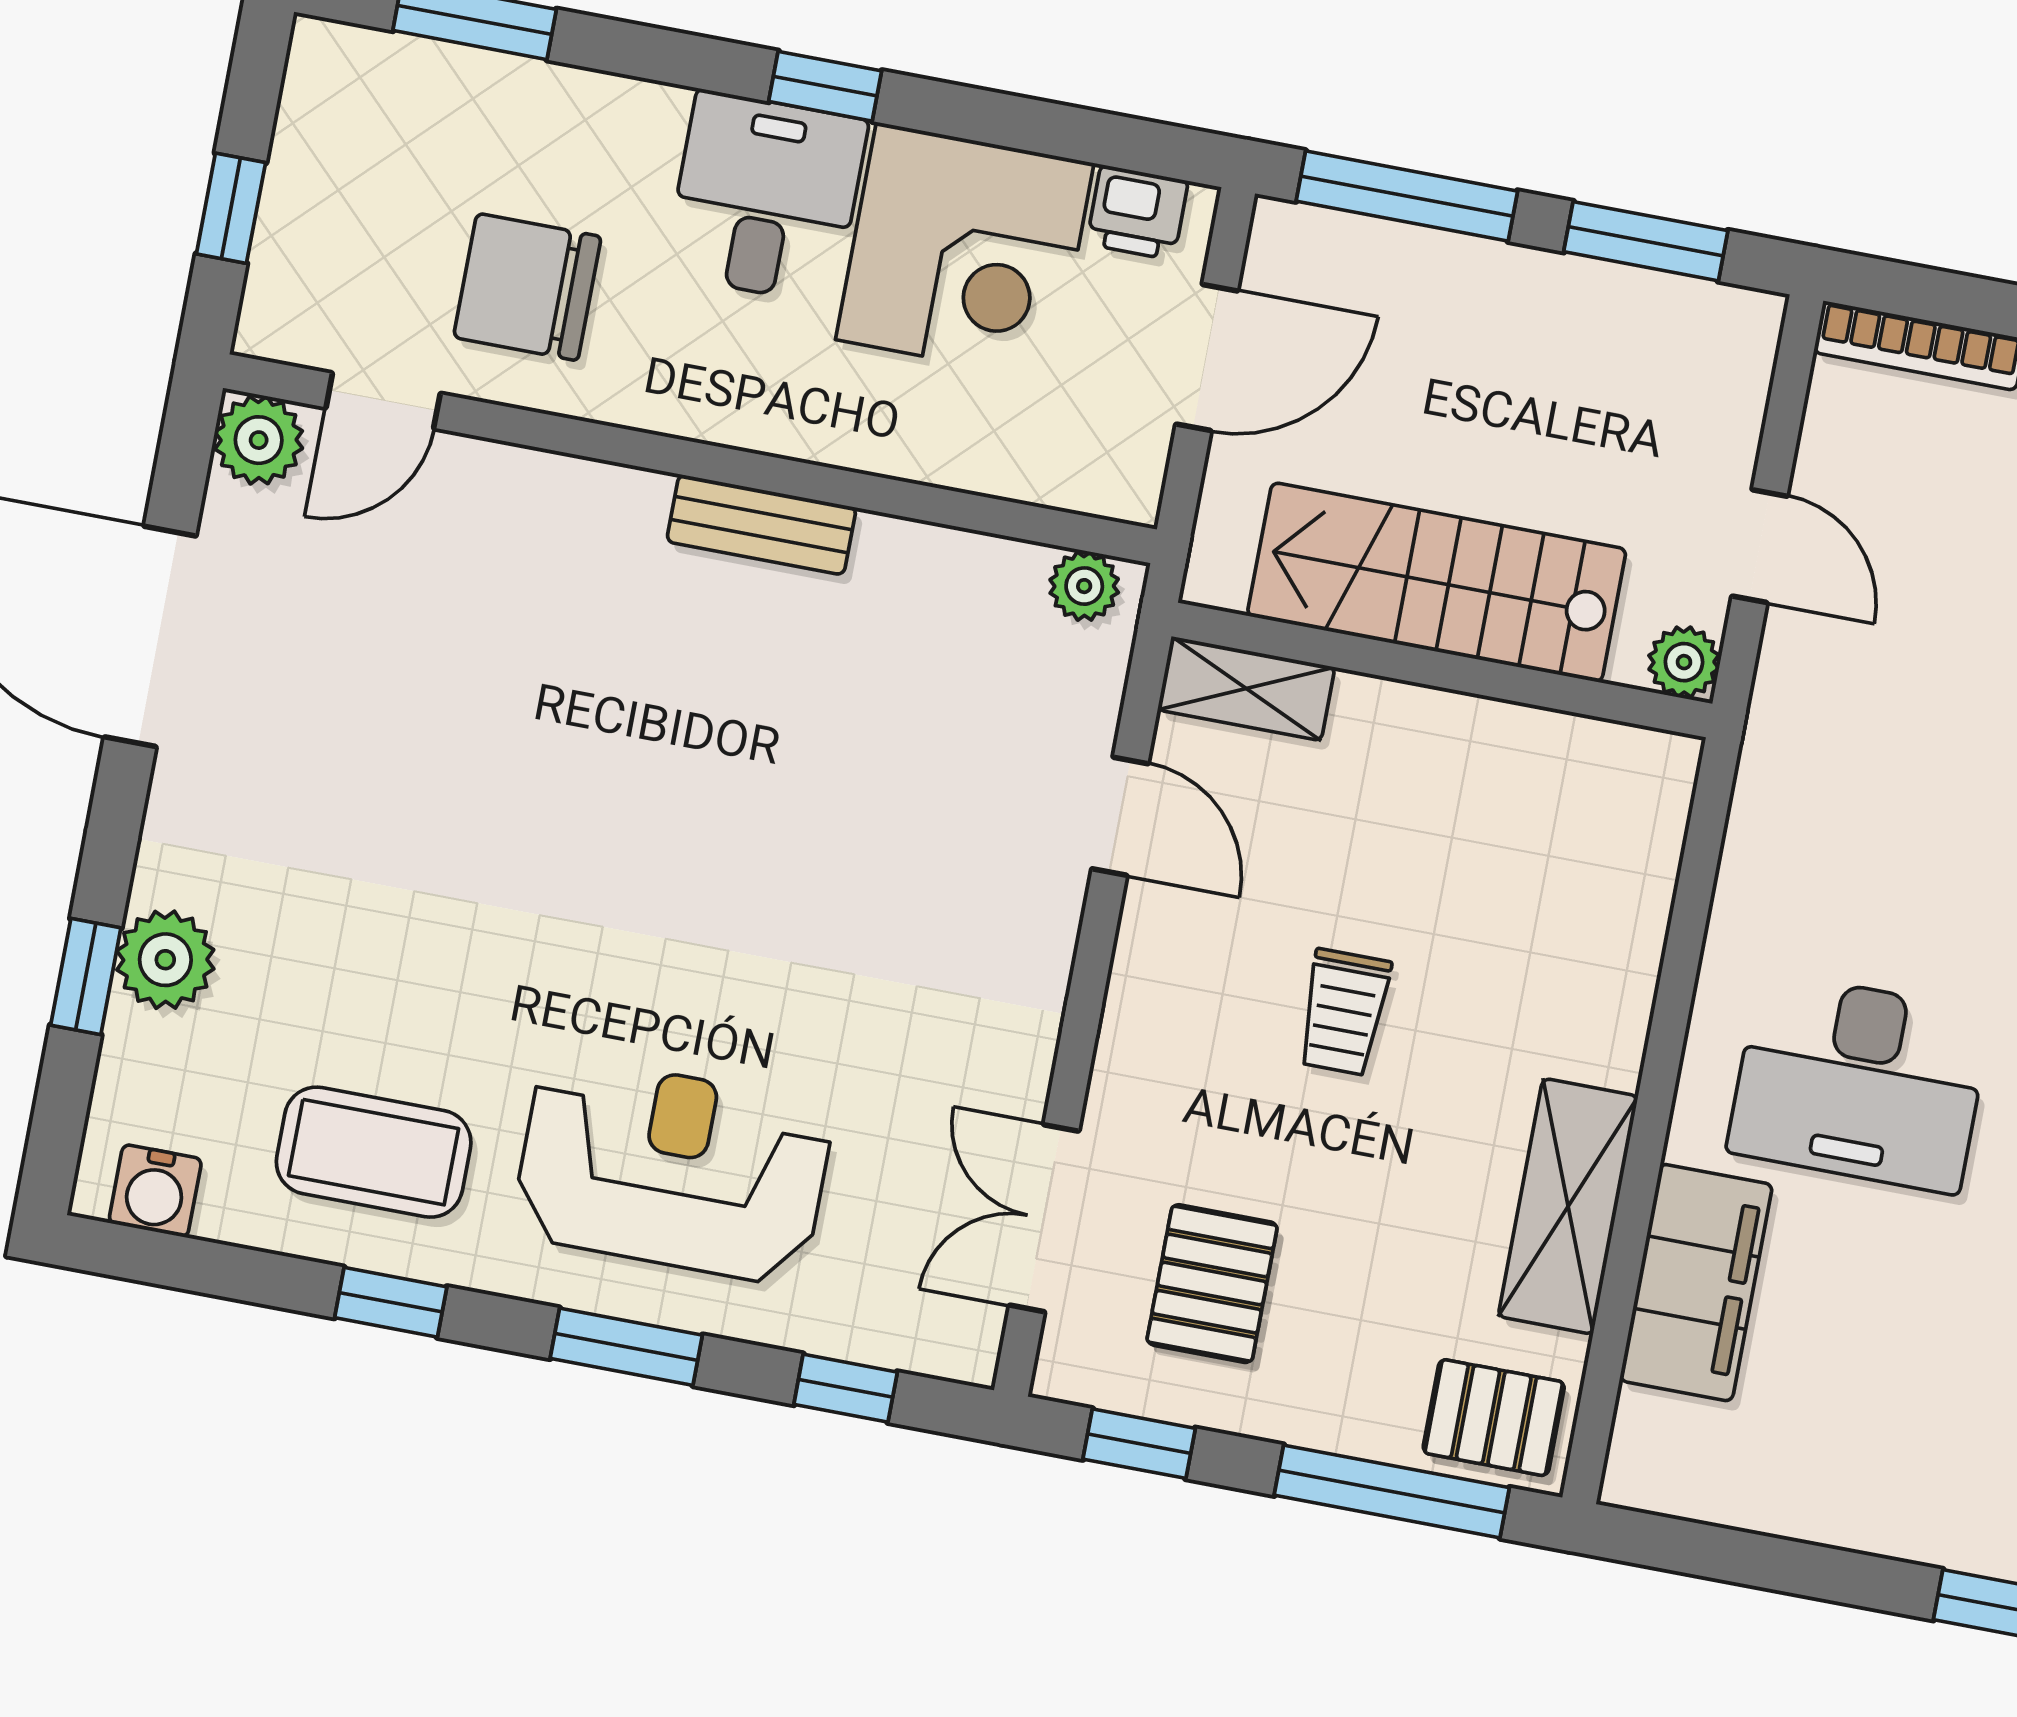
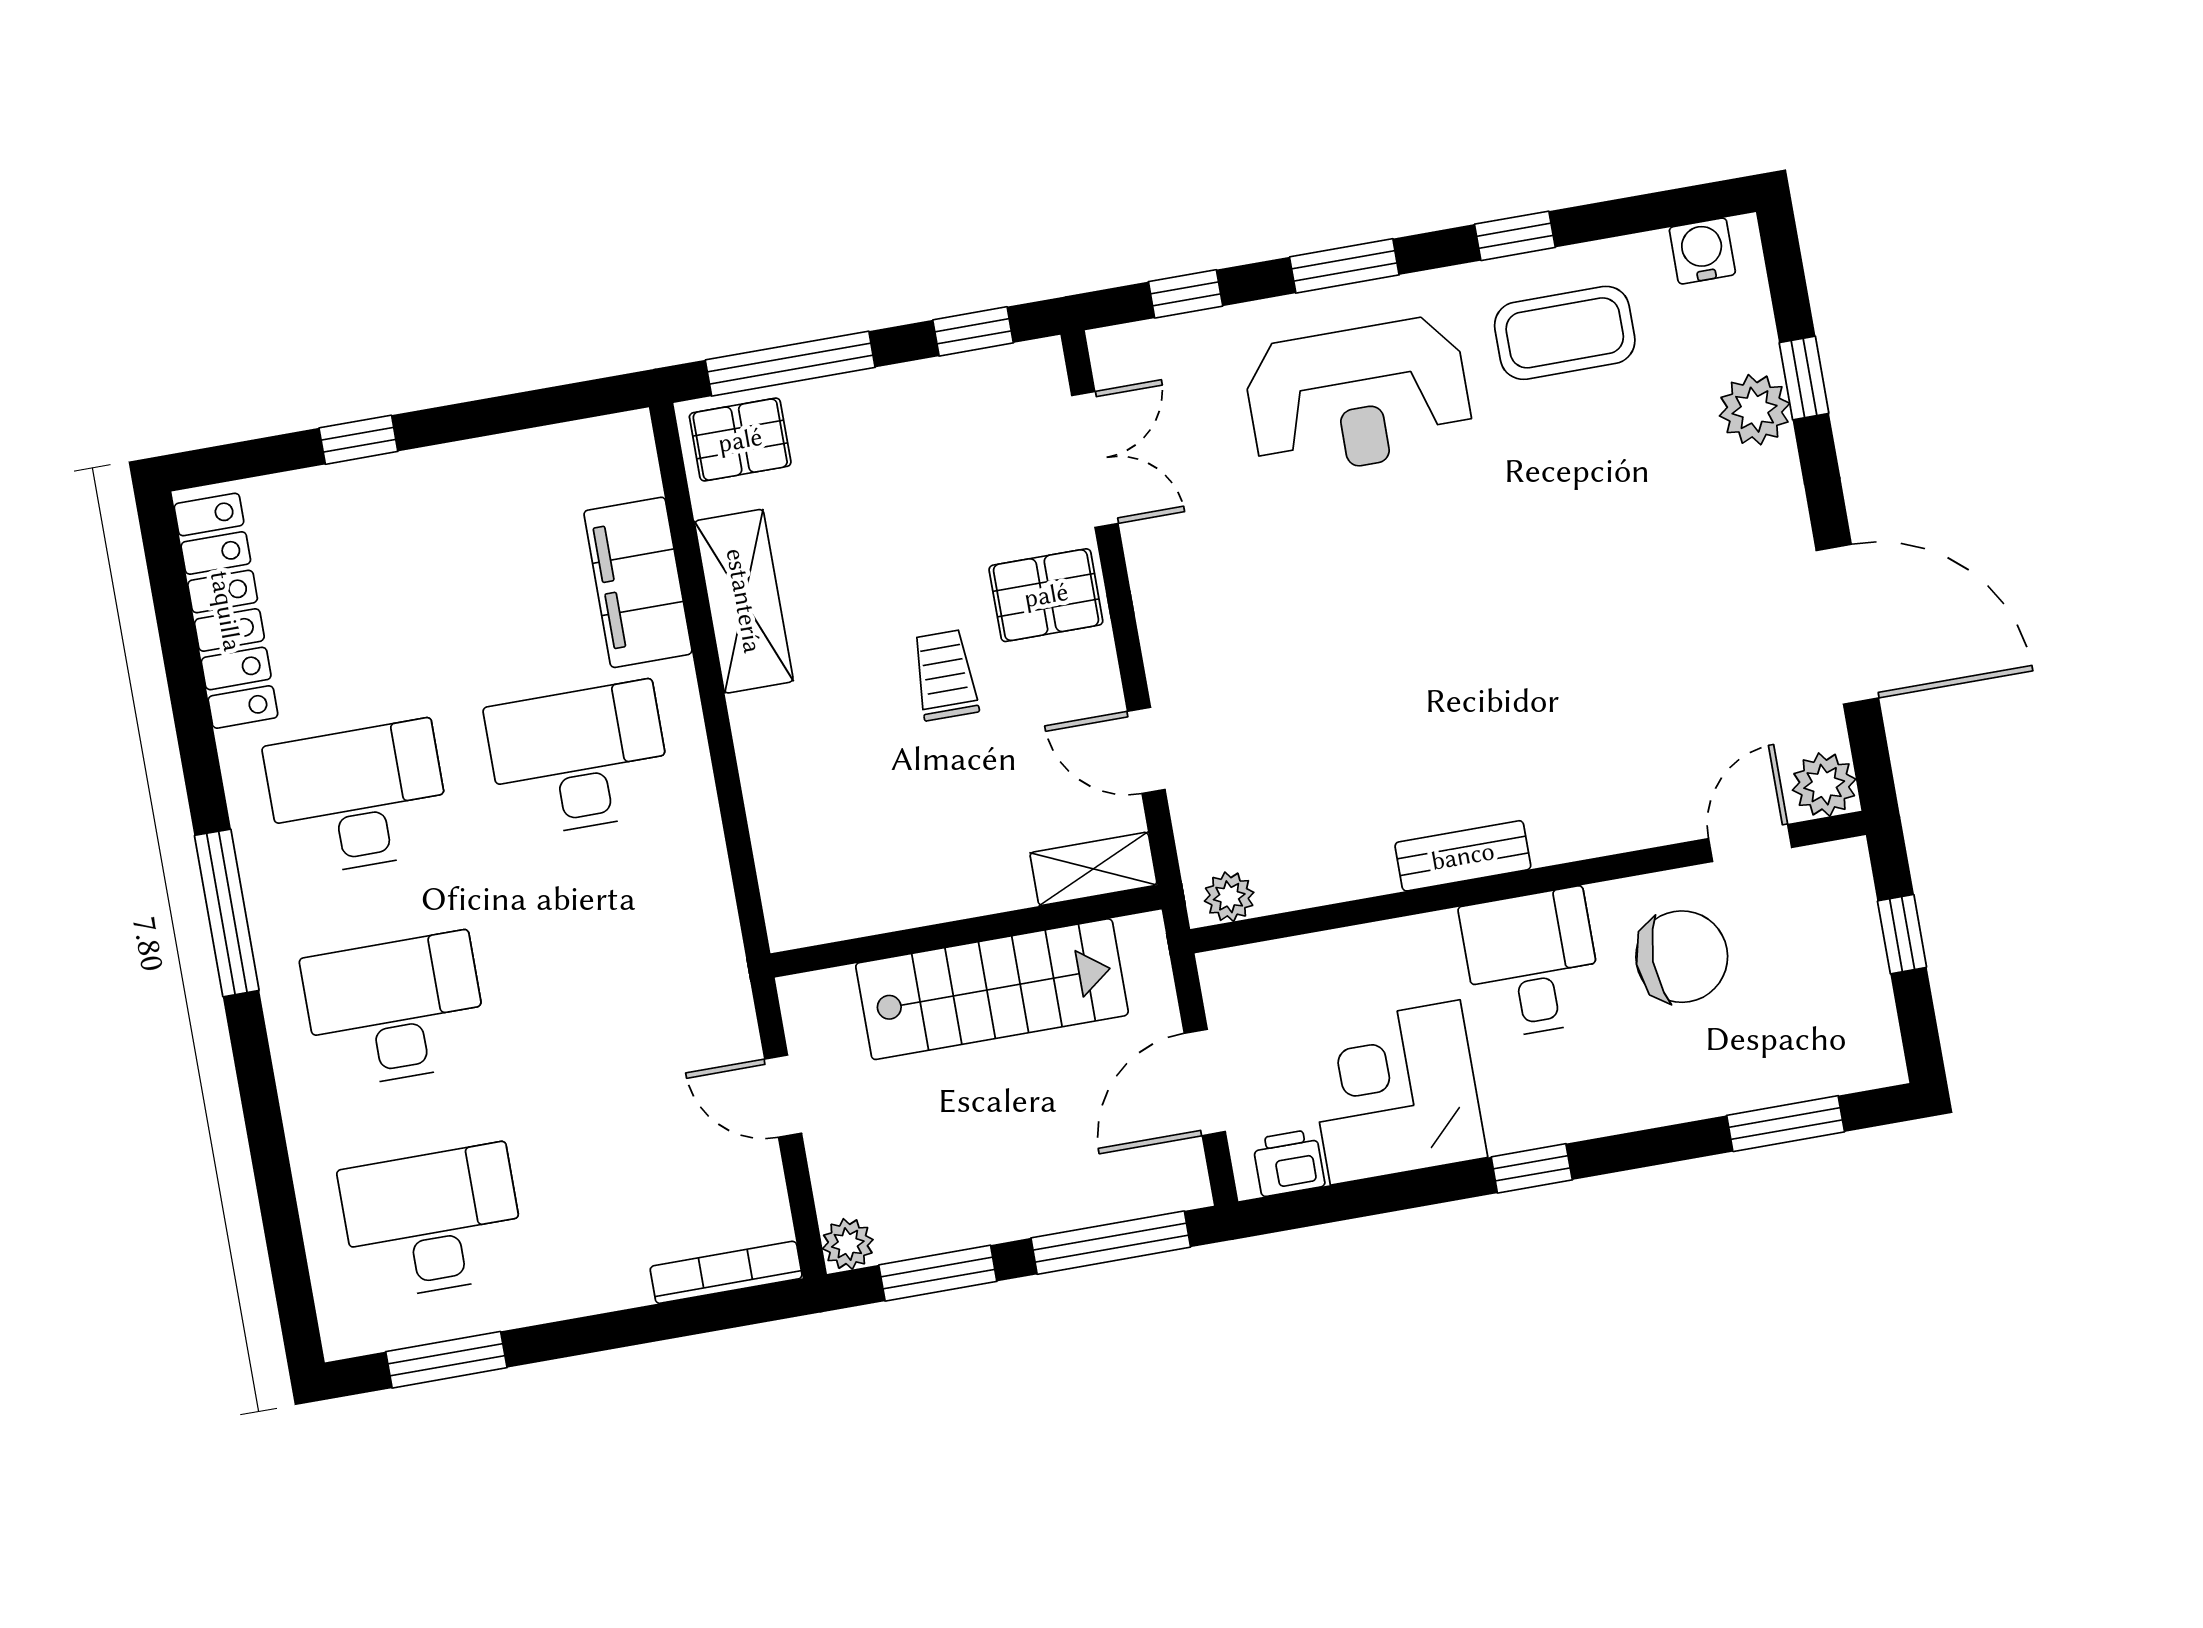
desk: (766, 197) -> (1532, 963), moved, turned 180
plant: (1684, 662) -> (848, 1244), moved
pallet: (1212, 1284) -> (1046, 595), moved, turned 90

